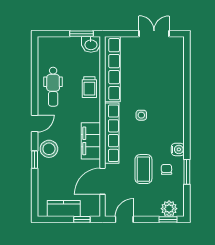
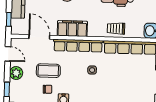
plant: (169, 209) -> (16, 73), moved

